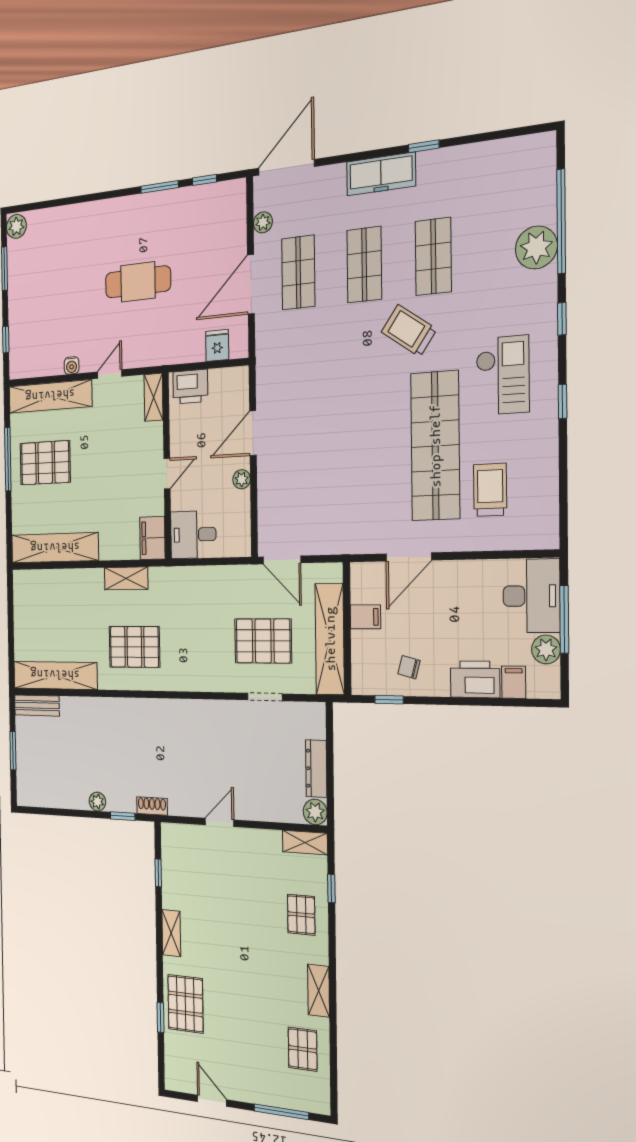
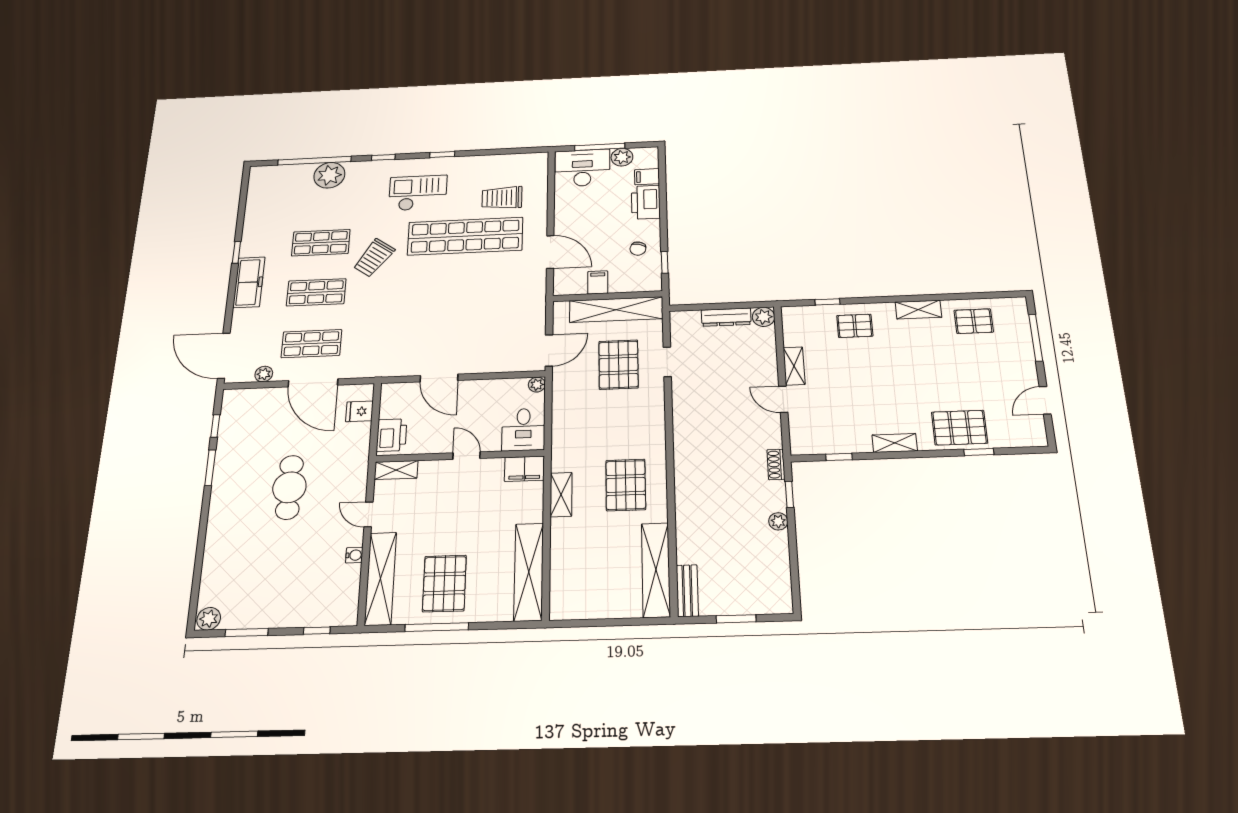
plant: (242, 479) -> (537, 385), moved
shelving: (305, 843) -> (794, 366), moved

